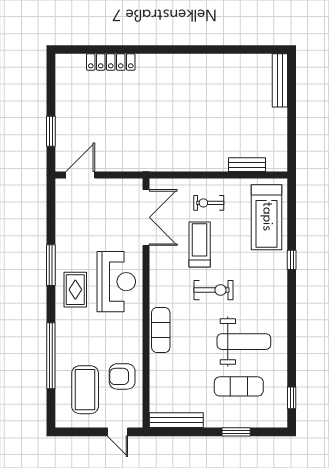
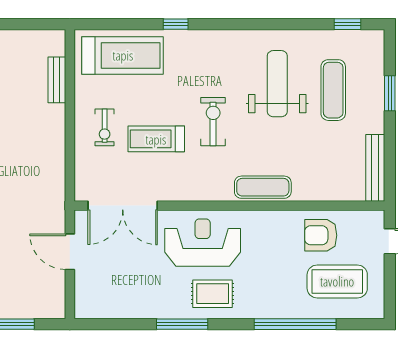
door: (80, 175) -> (70, 252), moved
double door: (146, 217) -> (123, 206), swing flipped
armchair: (122, 376) -> (321, 235), turned 90

